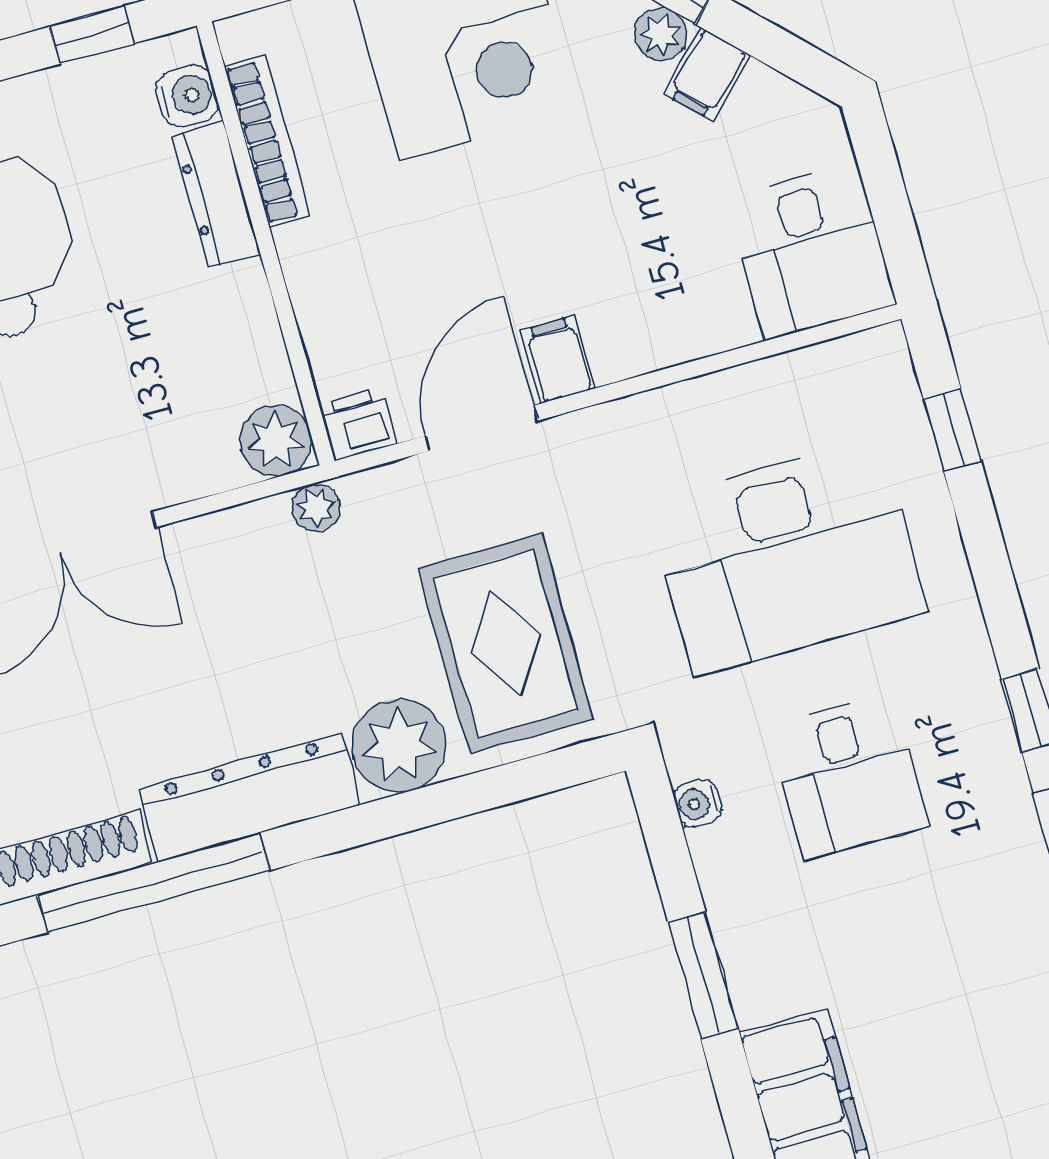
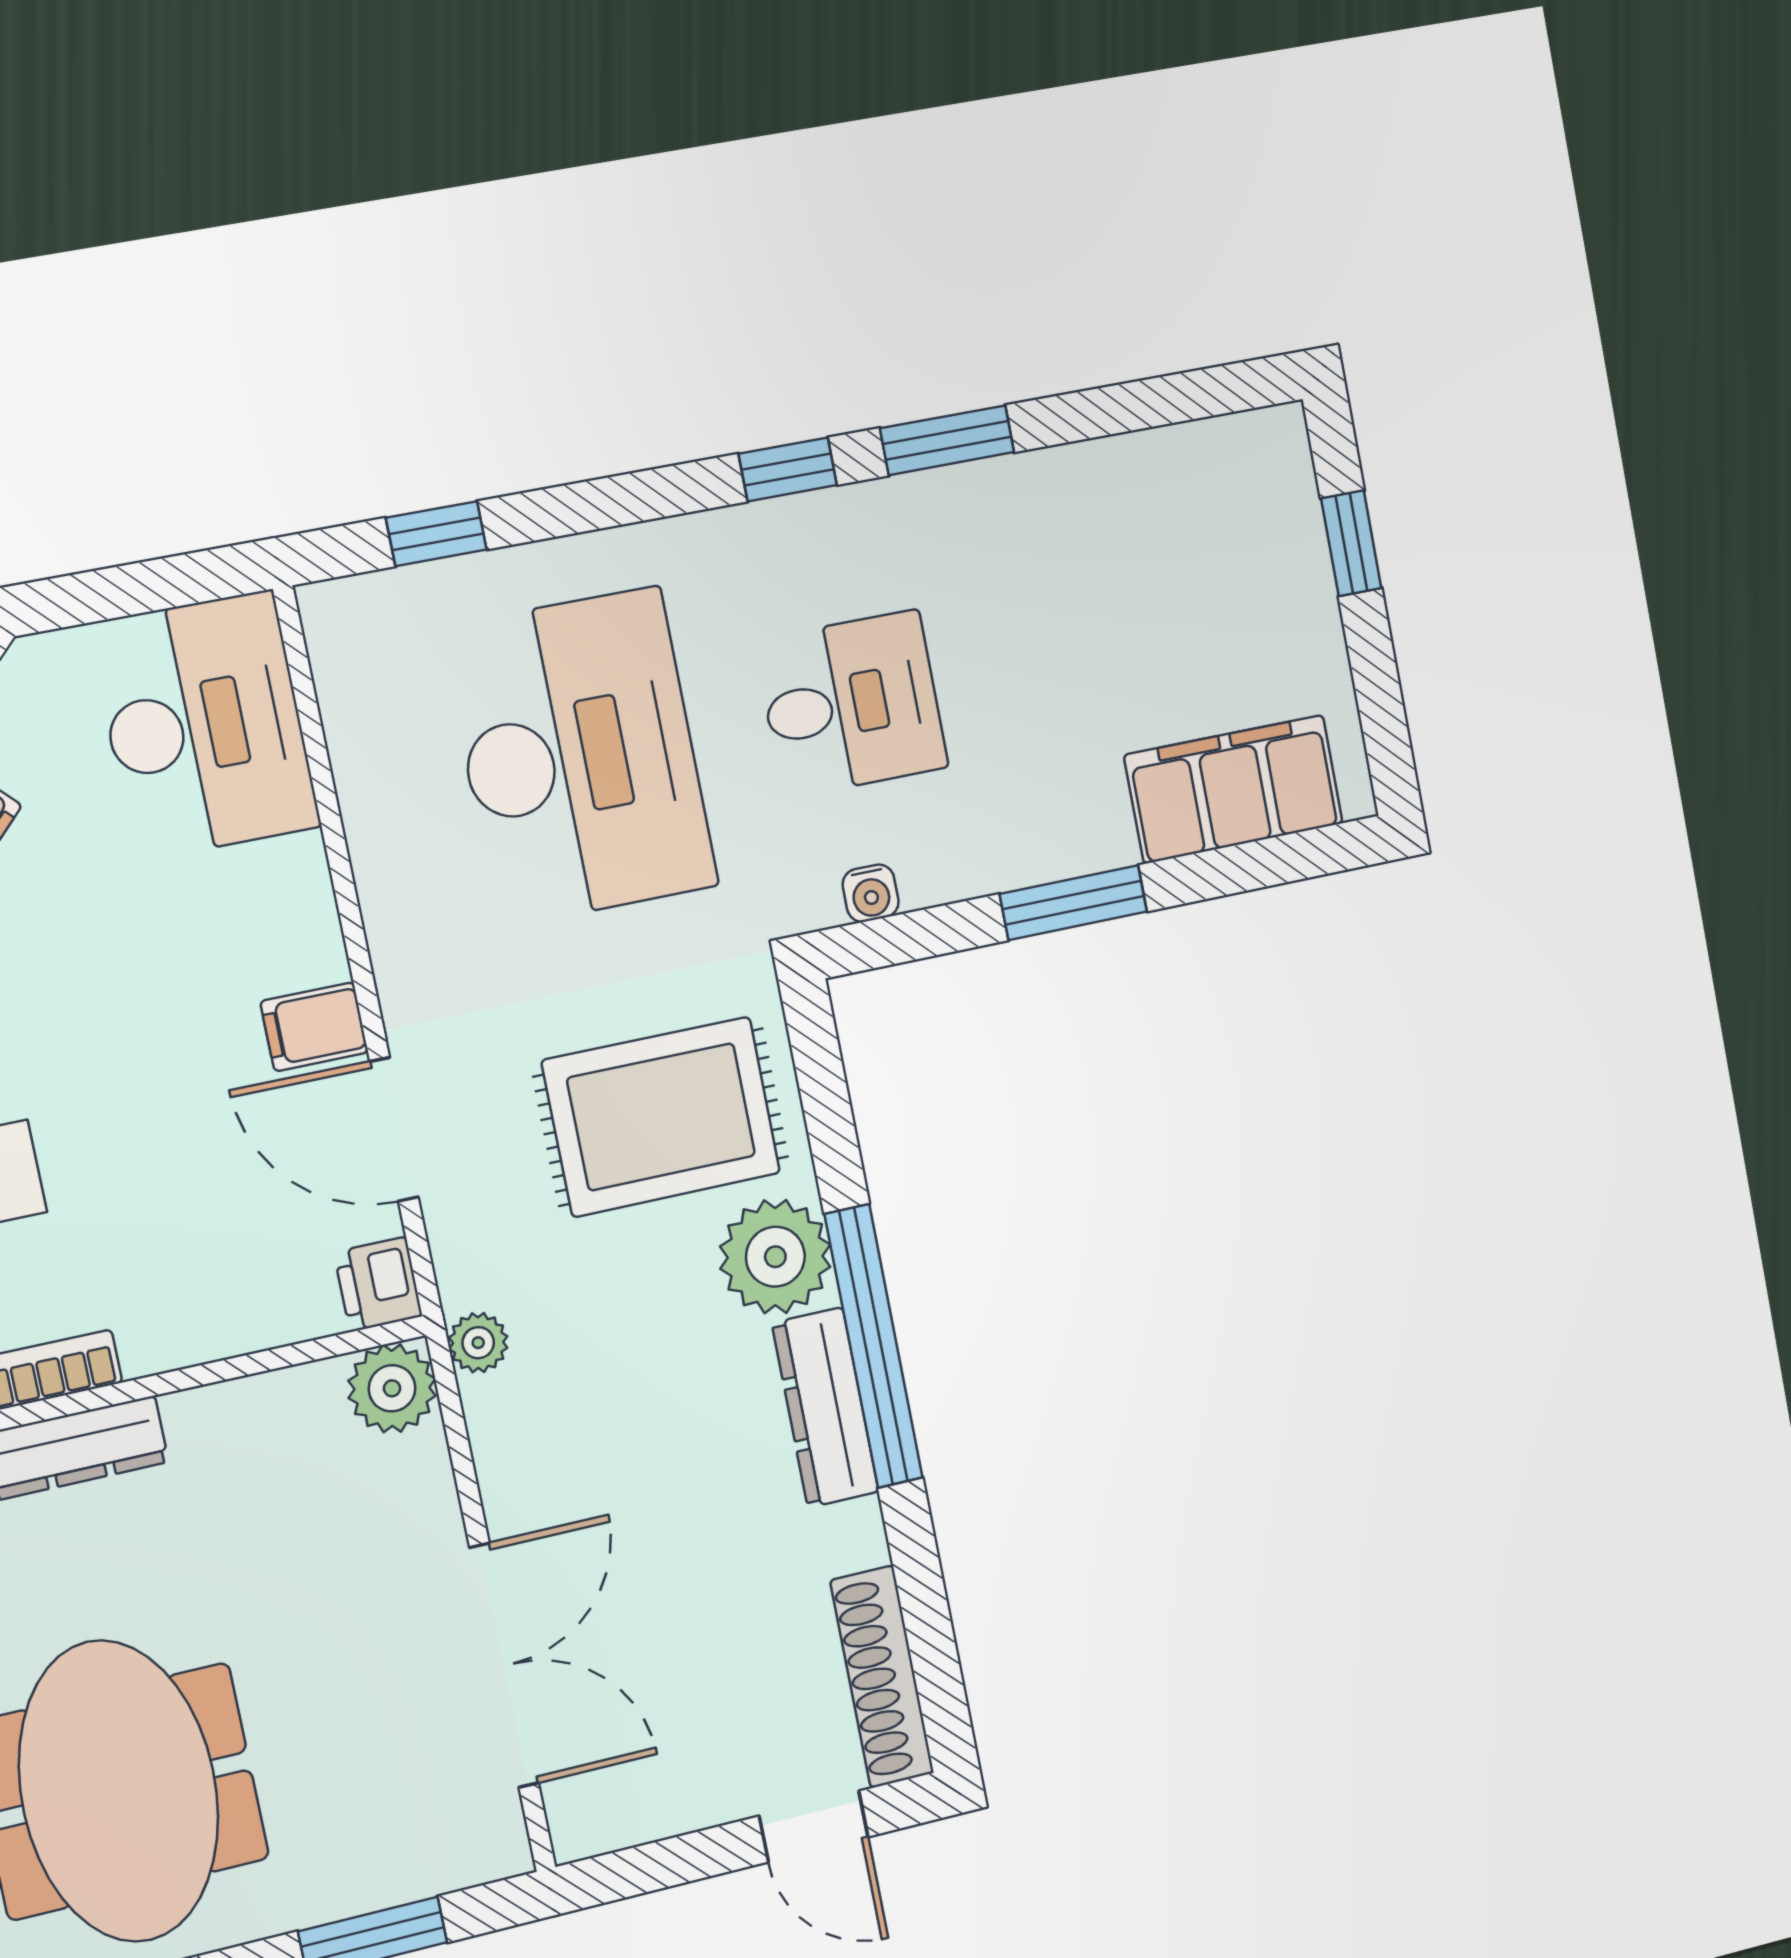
desk: (811, 251) -> (205, 726), width x1.37
dresser: (249, 797) -> (825, 1408), width x0.73, depth x0.80
window: (154, 883) -> (874, 1346), moved

